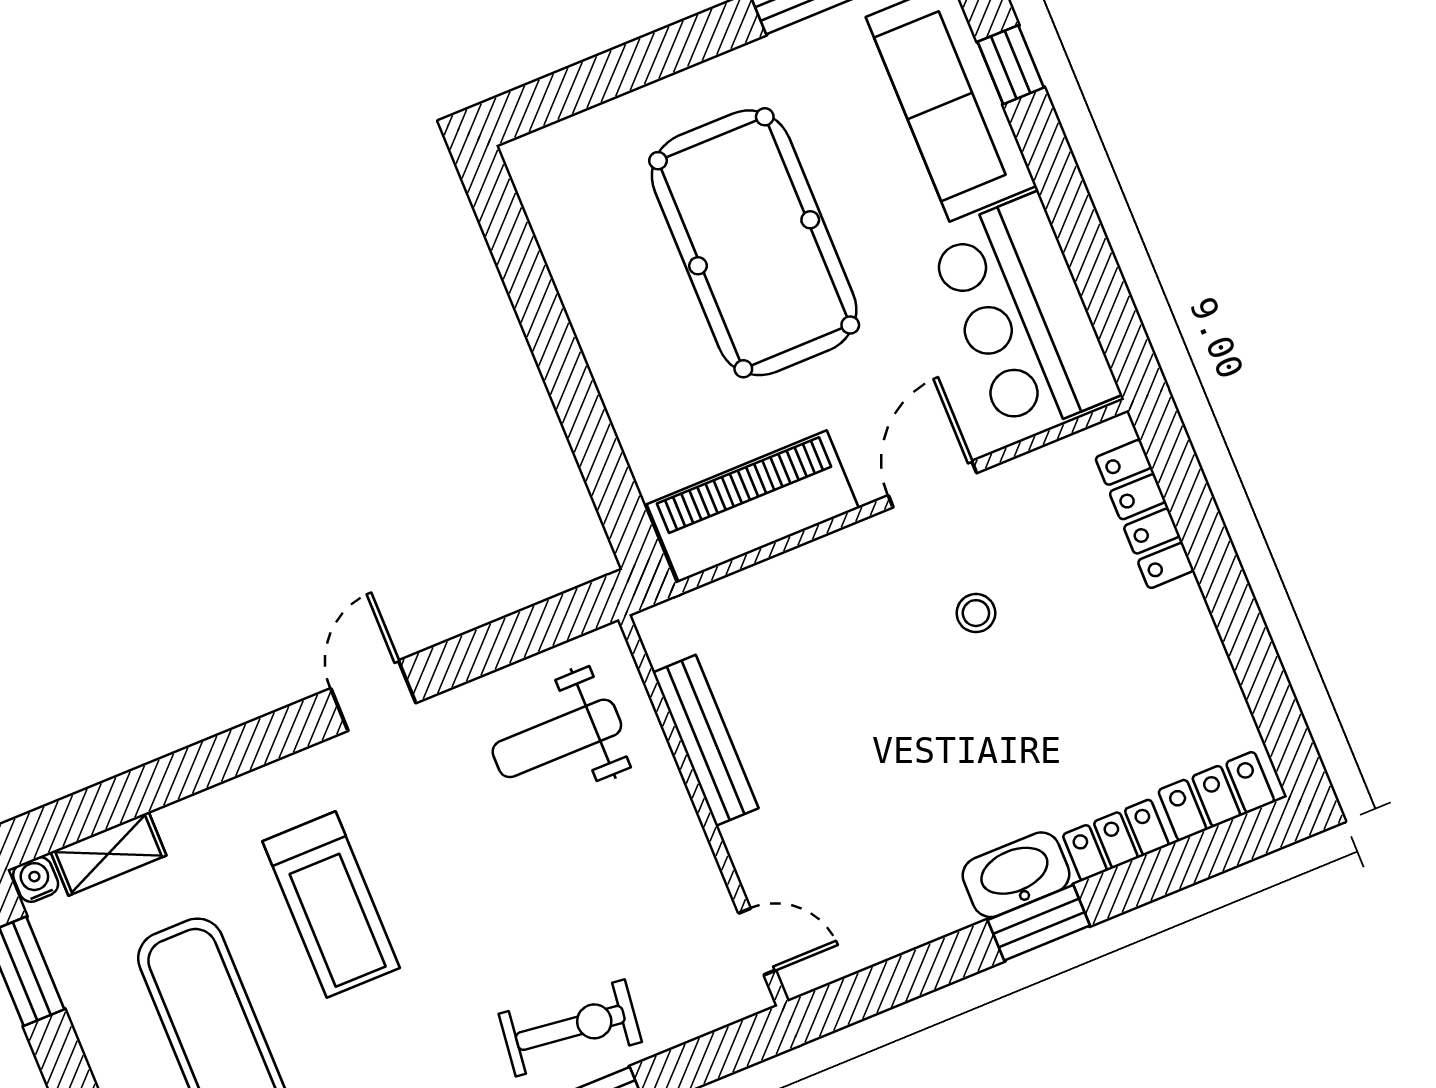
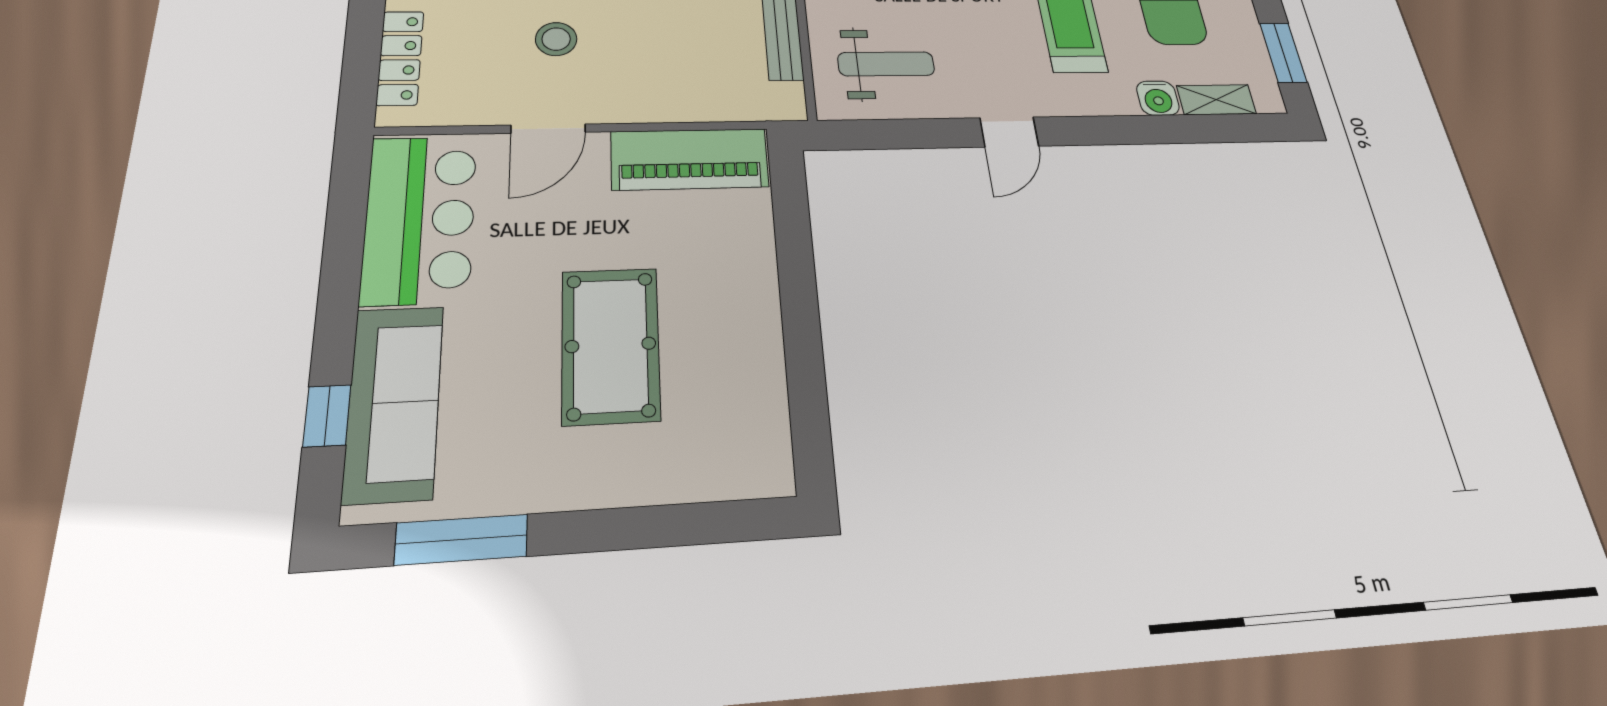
pool table: (754, 243) -> (610, 345), width x0.73, depth x0.76
stool: (976, 613) -> (556, 39), width x1.37, depth x1.37
water cooler: (36, 880) -> (1158, 98), moved, width x1.38, depth x1.38

